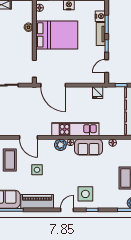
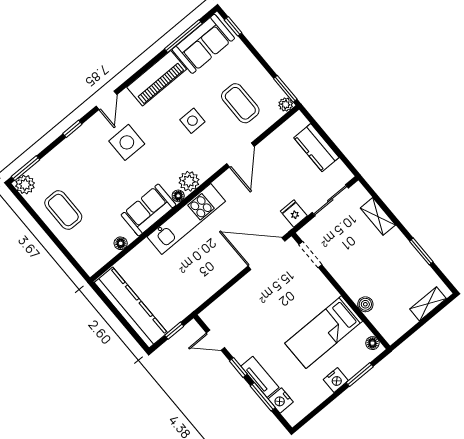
bed: (57, 35) -> (324, 332), width x0.67
door: (107, 66) -> (215, 340), swing flipped
fridge: (98, 93) -> (294, 213), moved
door: (29, 137) -> (240, 155), swing flipped
side table: (85, 194) -> (127, 142), moved

